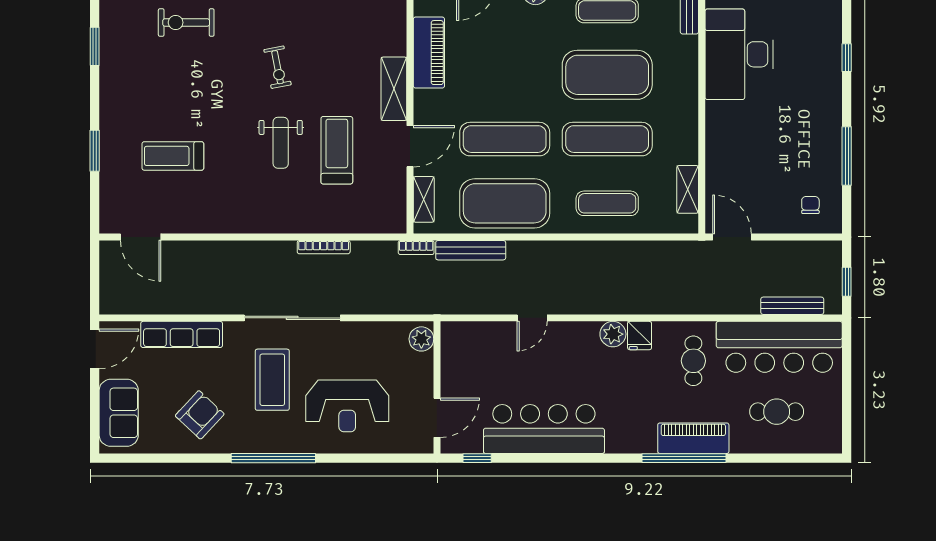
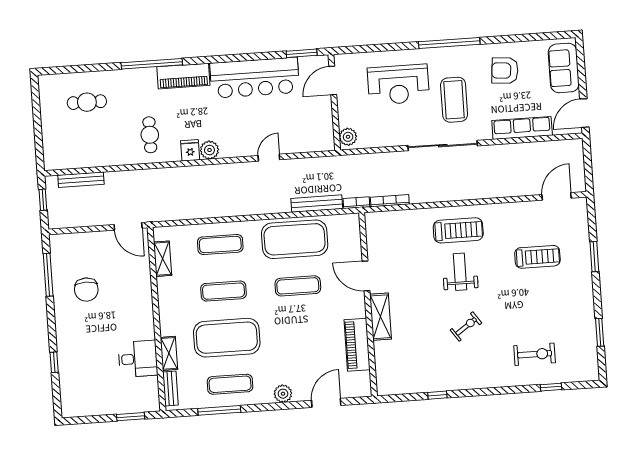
desk: (739, 54) -> (138, 359), width x0.53, depth x0.77
exercise bike: (278, 67) -> (466, 326), turned 66
exercise mat: (505, 139) -> (298, 286), width x0.73, depth x0.69
exercise mat: (607, 139) -> (224, 291), width x0.73, depth x0.69
door: (410, 146) -> (366, 276), hinge flipped
treadmill: (337, 150) -> (458, 230), moved, turned -90
window: (847, 156) -> (48, 275), moved
shelving: (424, 199) -> (169, 353), moved
chair: (810, 205) -> (86, 290), moved, width x1.87, depth x1.87
door: (141, 237) -> (557, 196), hinge flipped
bookcase: (324, 247) -> (390, 201), moved
bar counter: (779, 347) -> (88, 149), removed
reception desk: (347, 406) -> (398, 84), turned 180
armchair: (200, 415) -> (505, 71), turned 52
piano: (693, 438) -> (183, 76), moved
window: (477, 458) -> (302, 53), width x1.50

